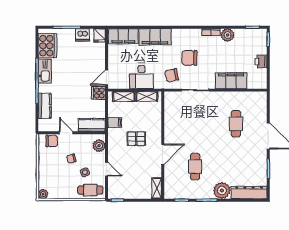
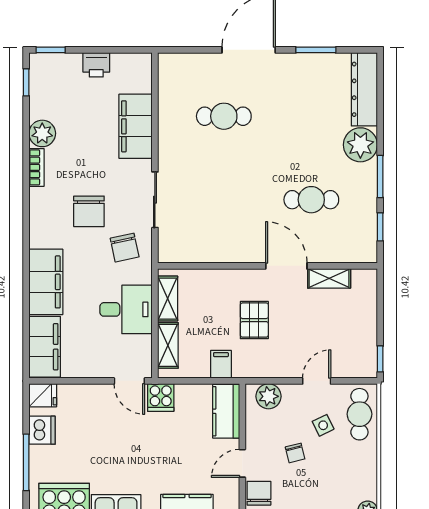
shelving: (157, 188) -> (329, 278), moved

